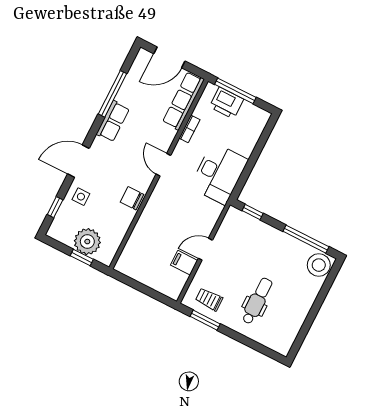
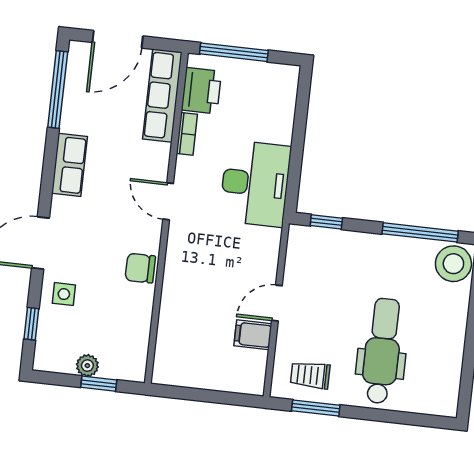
window: (113, 94) -> (58, 89), moved
printer: (226, 103) -> (201, 91), moved, turned -90
plant: (87, 242) -> (87, 366), width x0.53, depth x0.53
dental chair: (257, 301) -> (382, 351), width x1.36, depth x1.38

